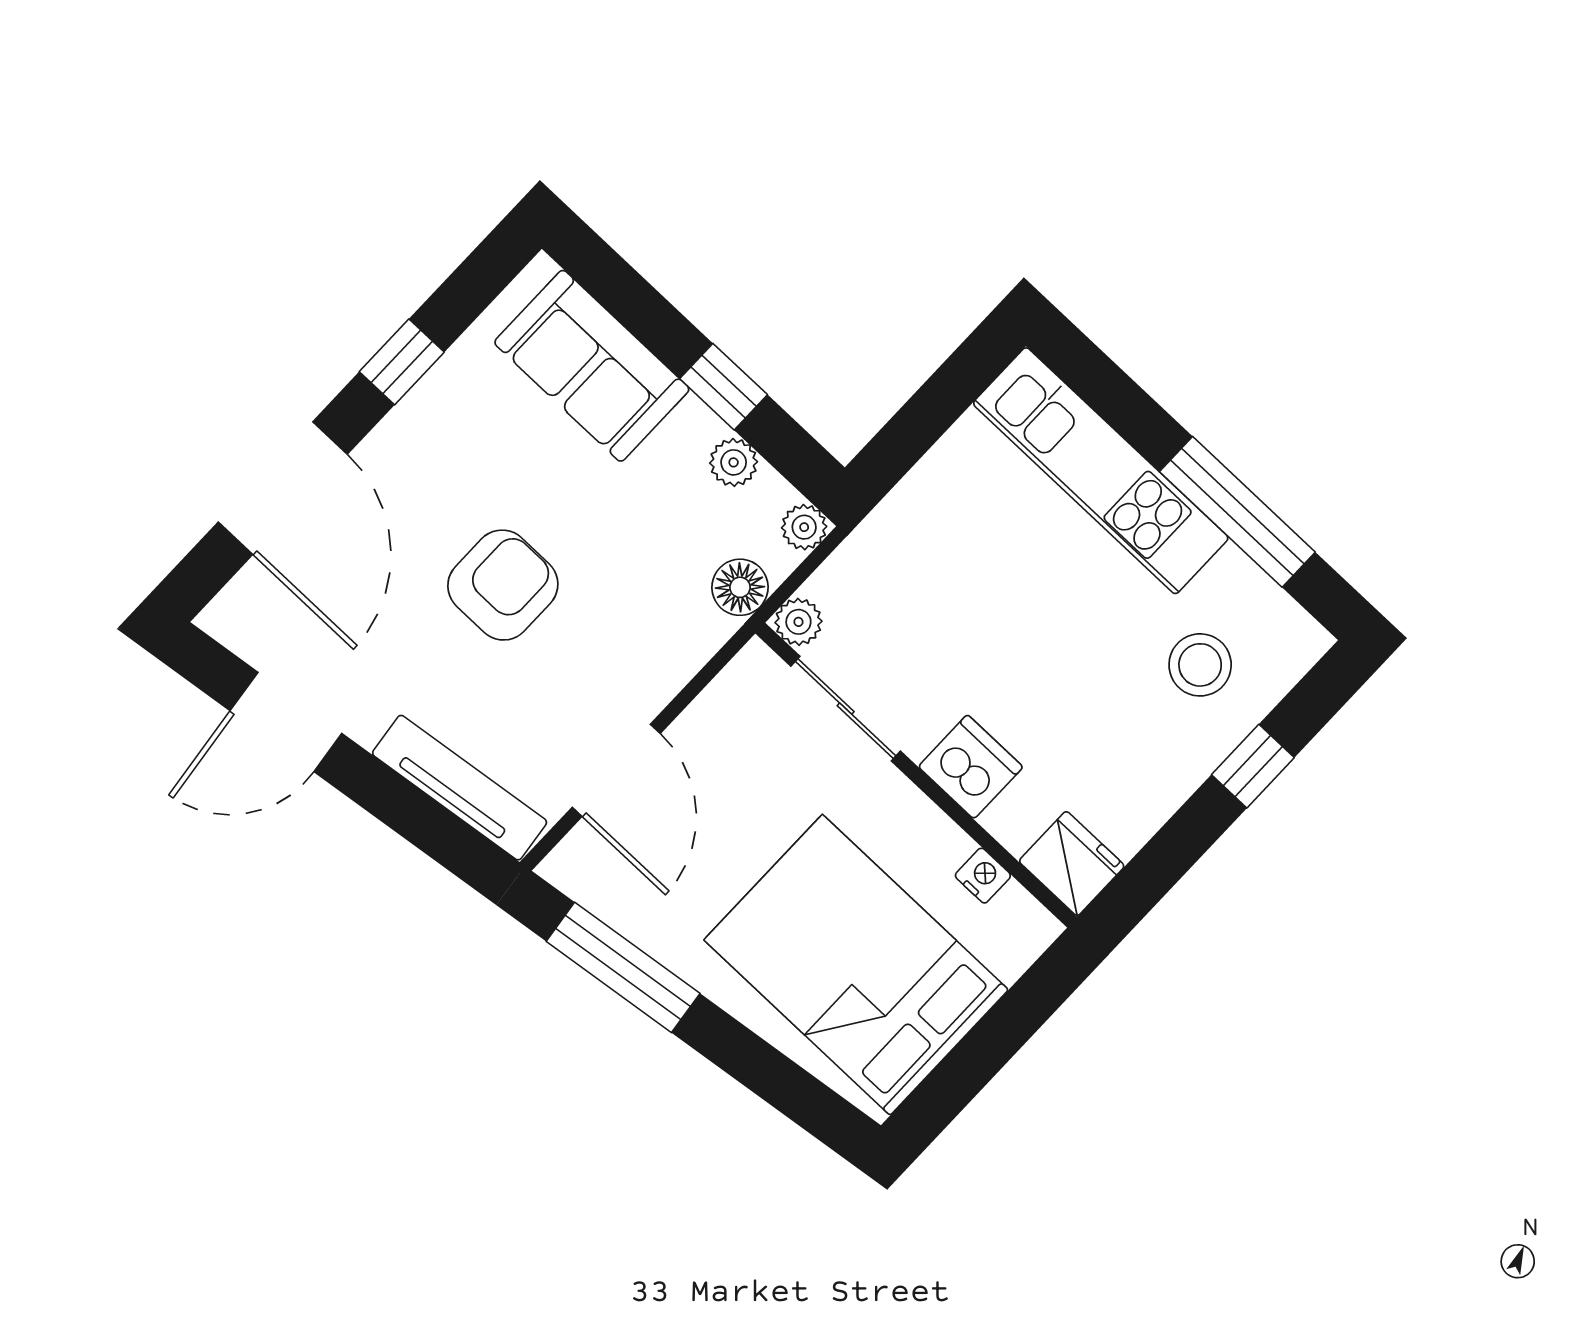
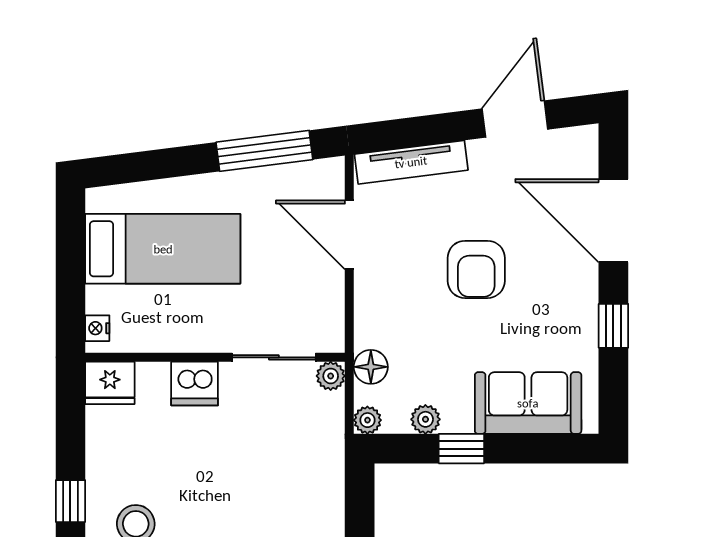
nightstand: (983, 876) -> (97, 328), moved, turned 90
bed: (856, 965) -> (163, 249), width x0.67

